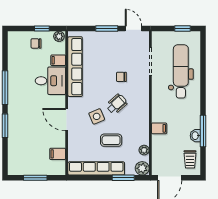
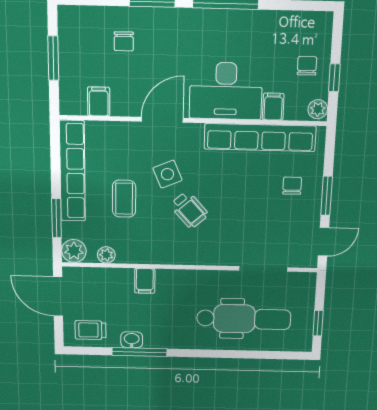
chair: (121, 77) -> (292, 186), moved
desk: (50, 81) -> (226, 91), width x1.37
chair: (26, 140) -> (124, 41), added

